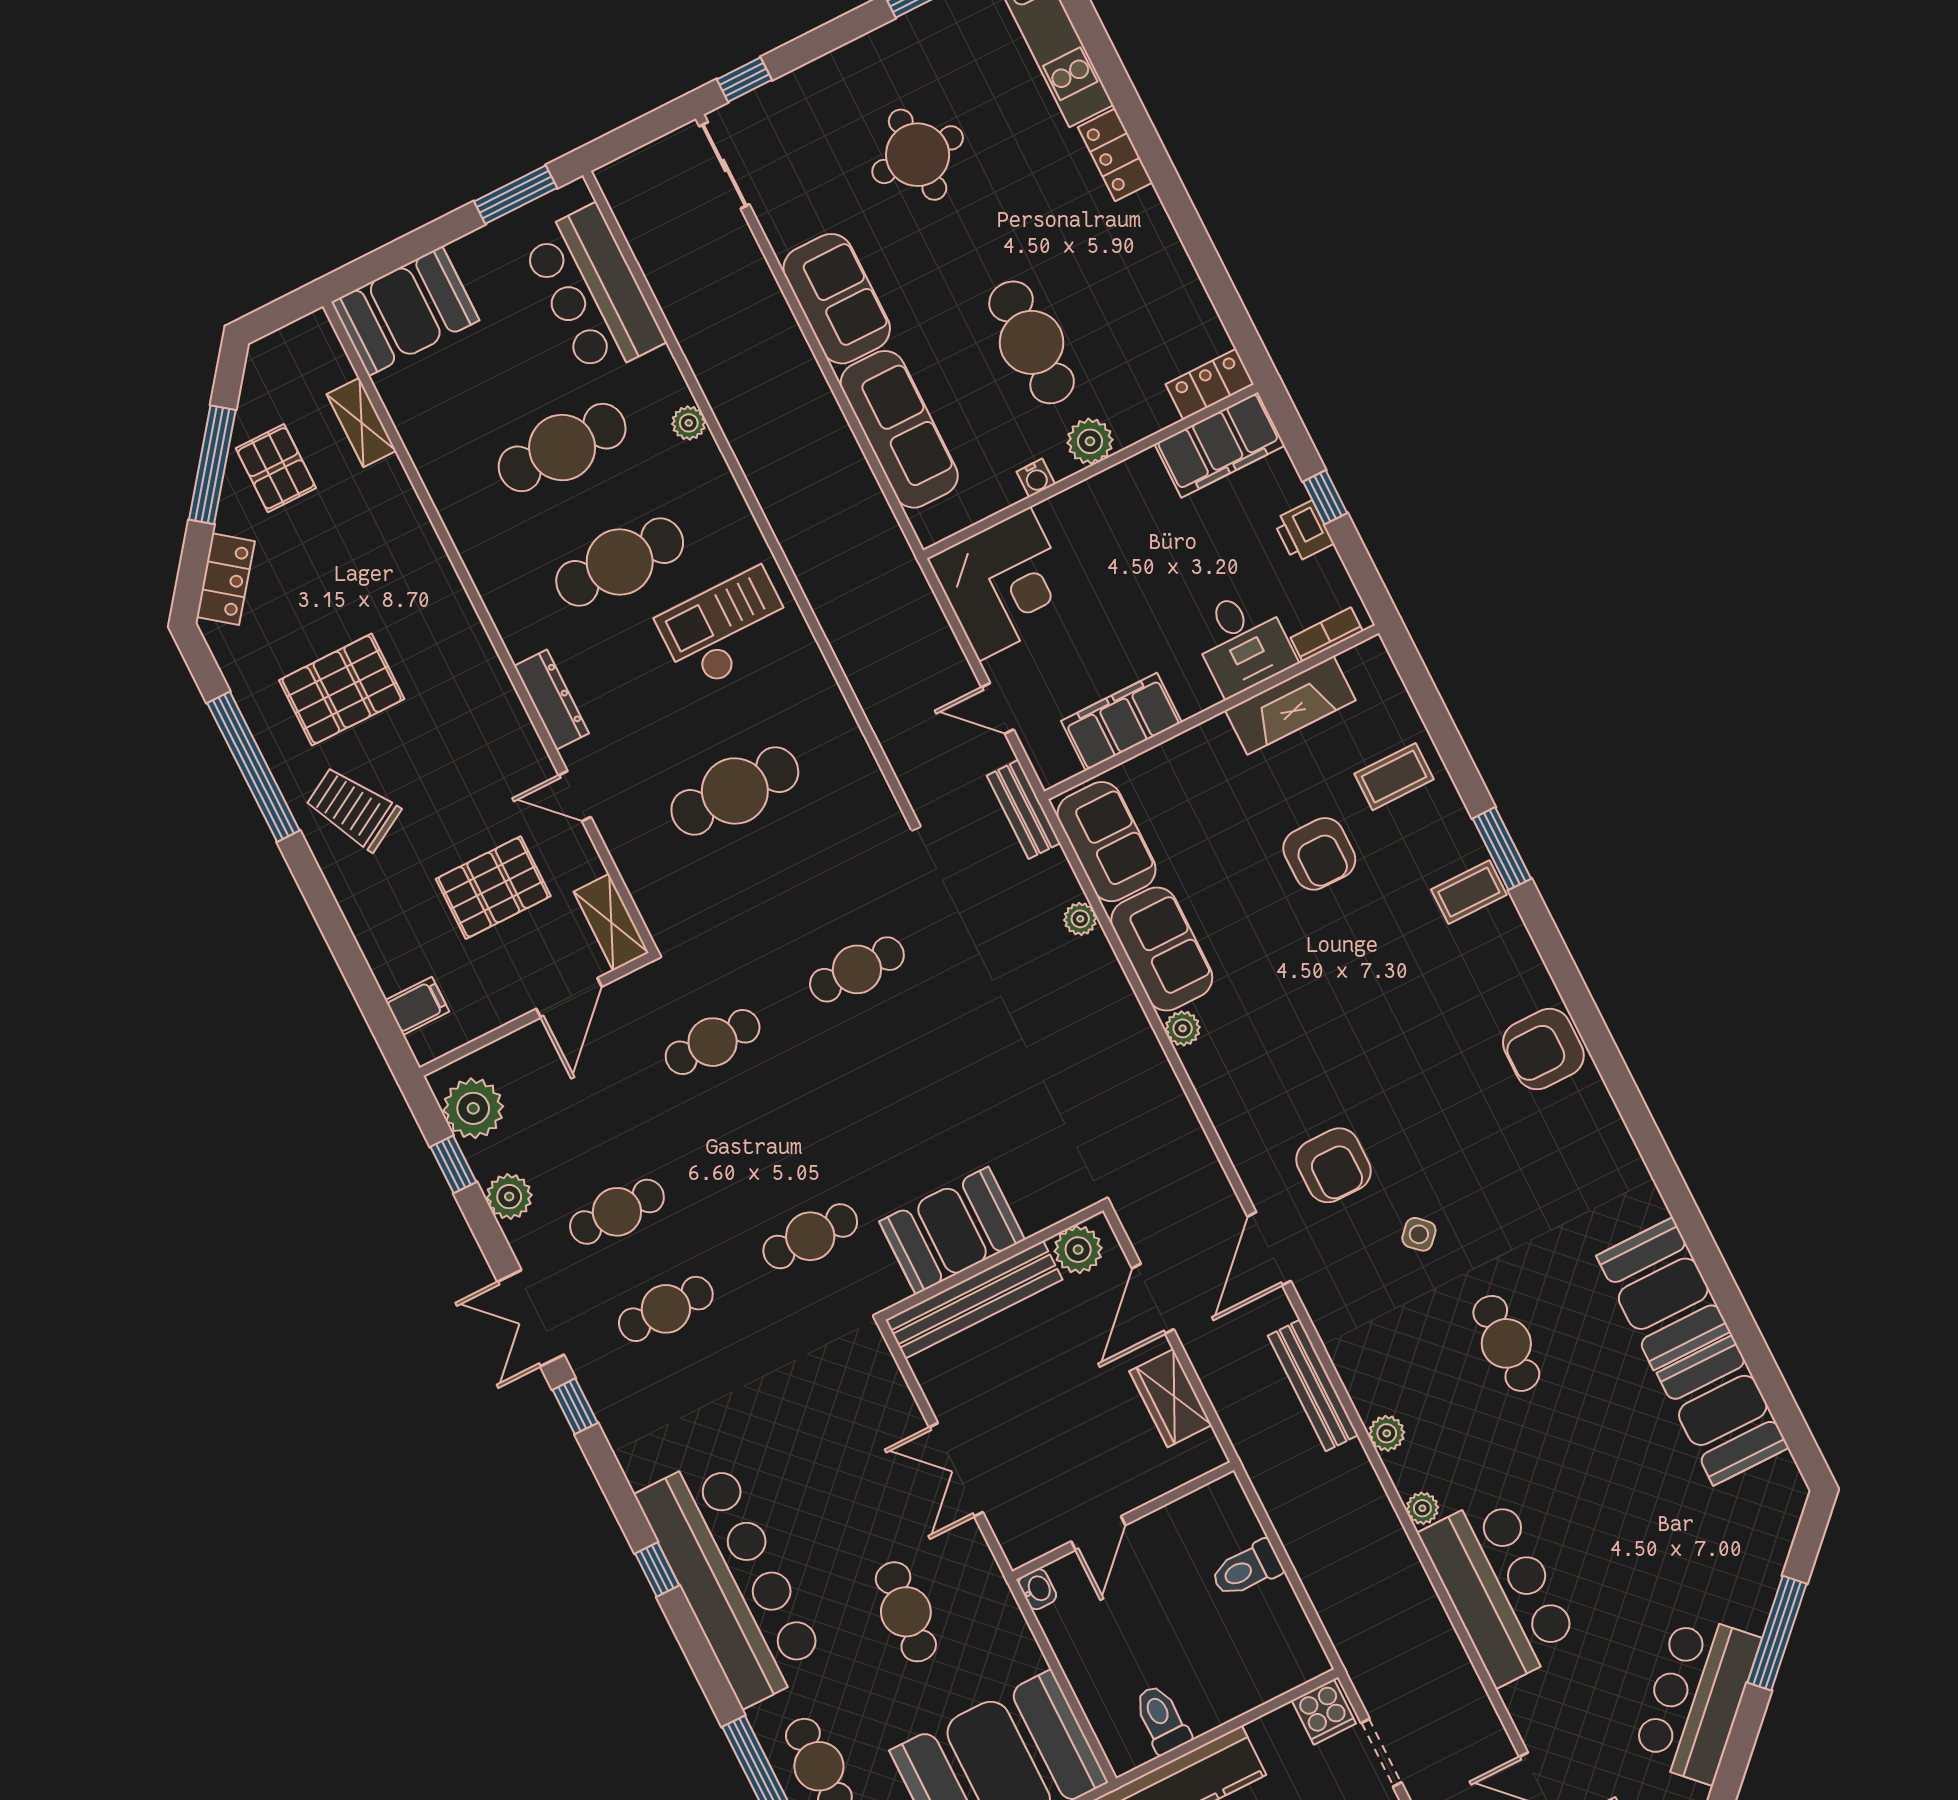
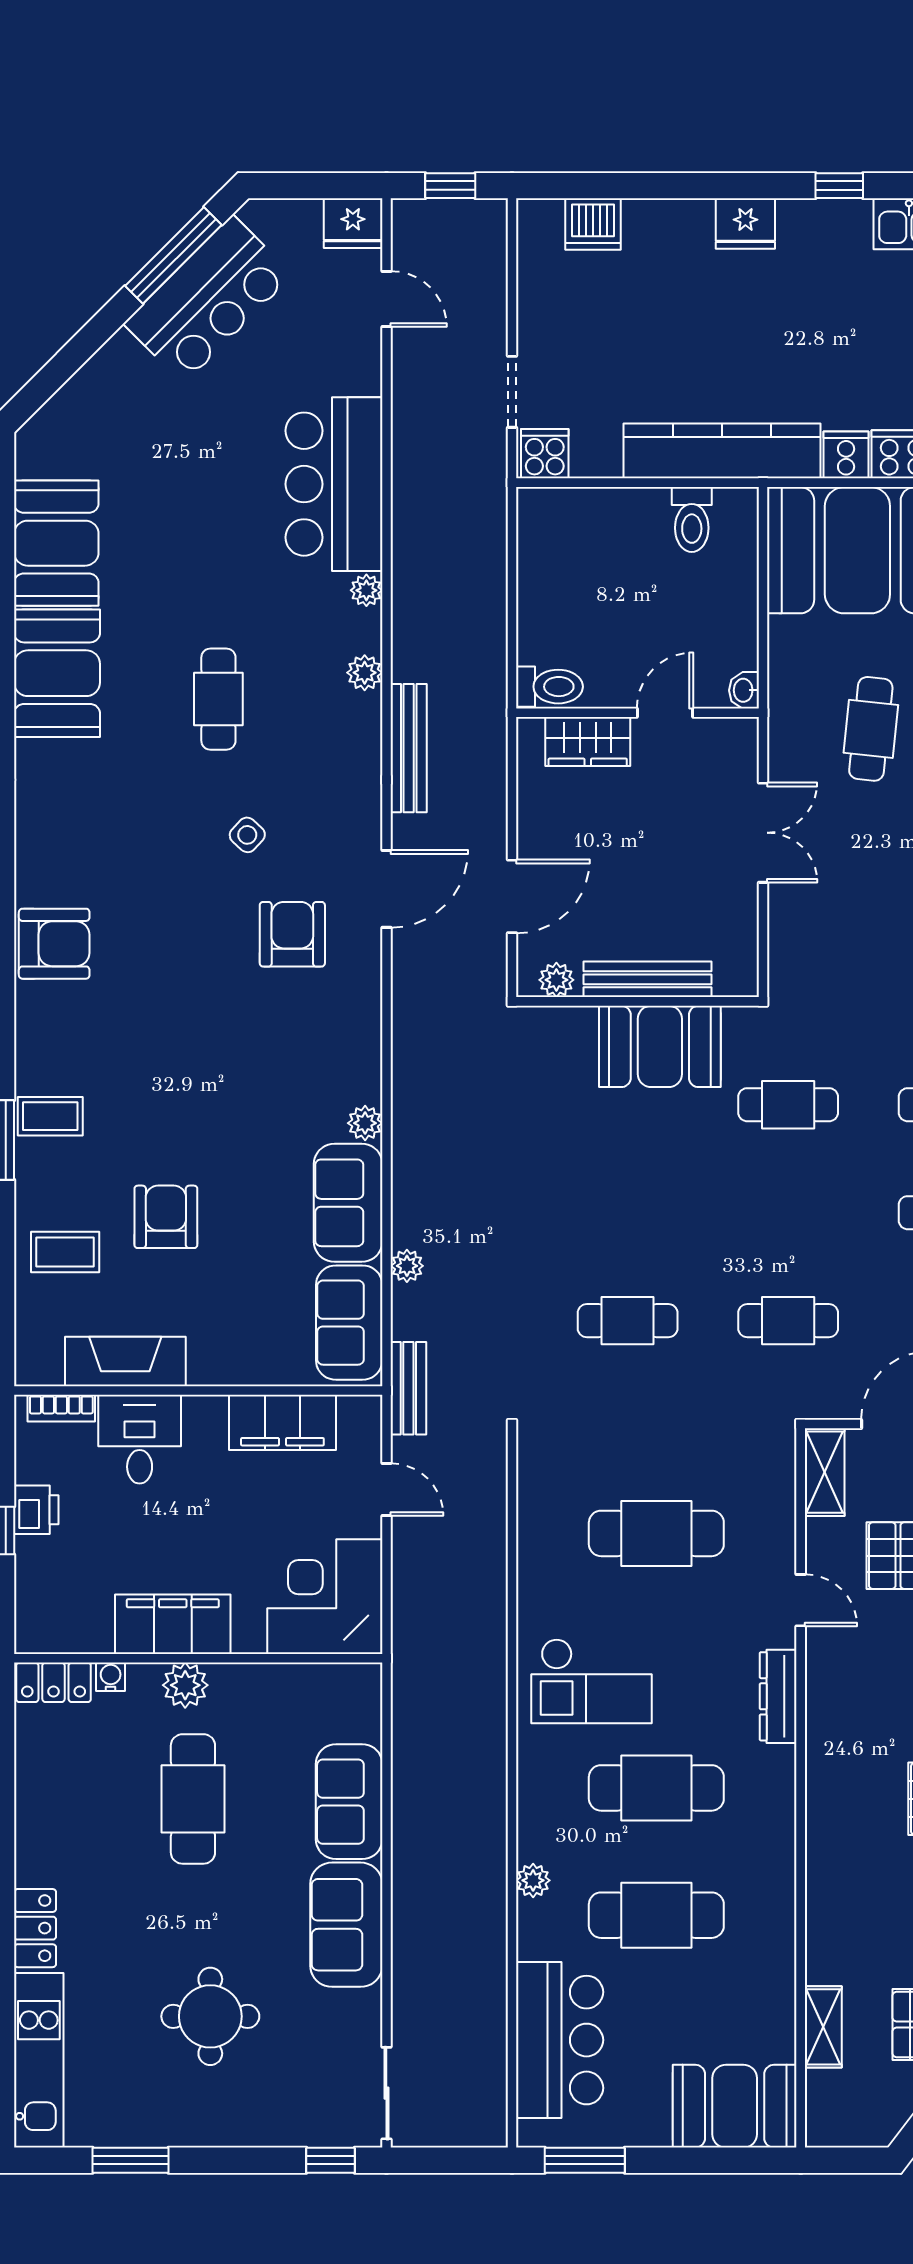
sofa: (899, 429) -> (349, 1802), width x0.73
filing cabinet: (1220, 445) -> (173, 1624), moved
water cooler: (1036, 478) -> (111, 1677), moved
plant: (1078, 1250) -> (556, 980), width x0.73, depth x0.73
bench: (974, 1299) -> (647, 979), width x0.73, depth x0.82
wardrobe: (1170, 1398) -> (588, 742), moved, turned 90
toilet: (1247, 1569) -> (549, 687), moved
window: (1777, 1633) -> (173, 255), moved

